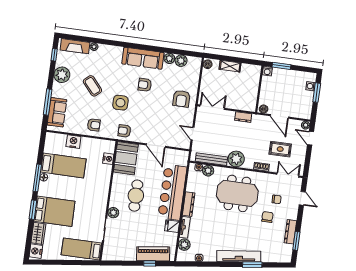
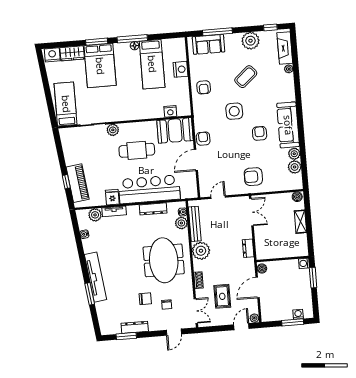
armchair: (124, 131) -> (203, 139), moved
dresser: (189, 204) -> (153, 209), moved

